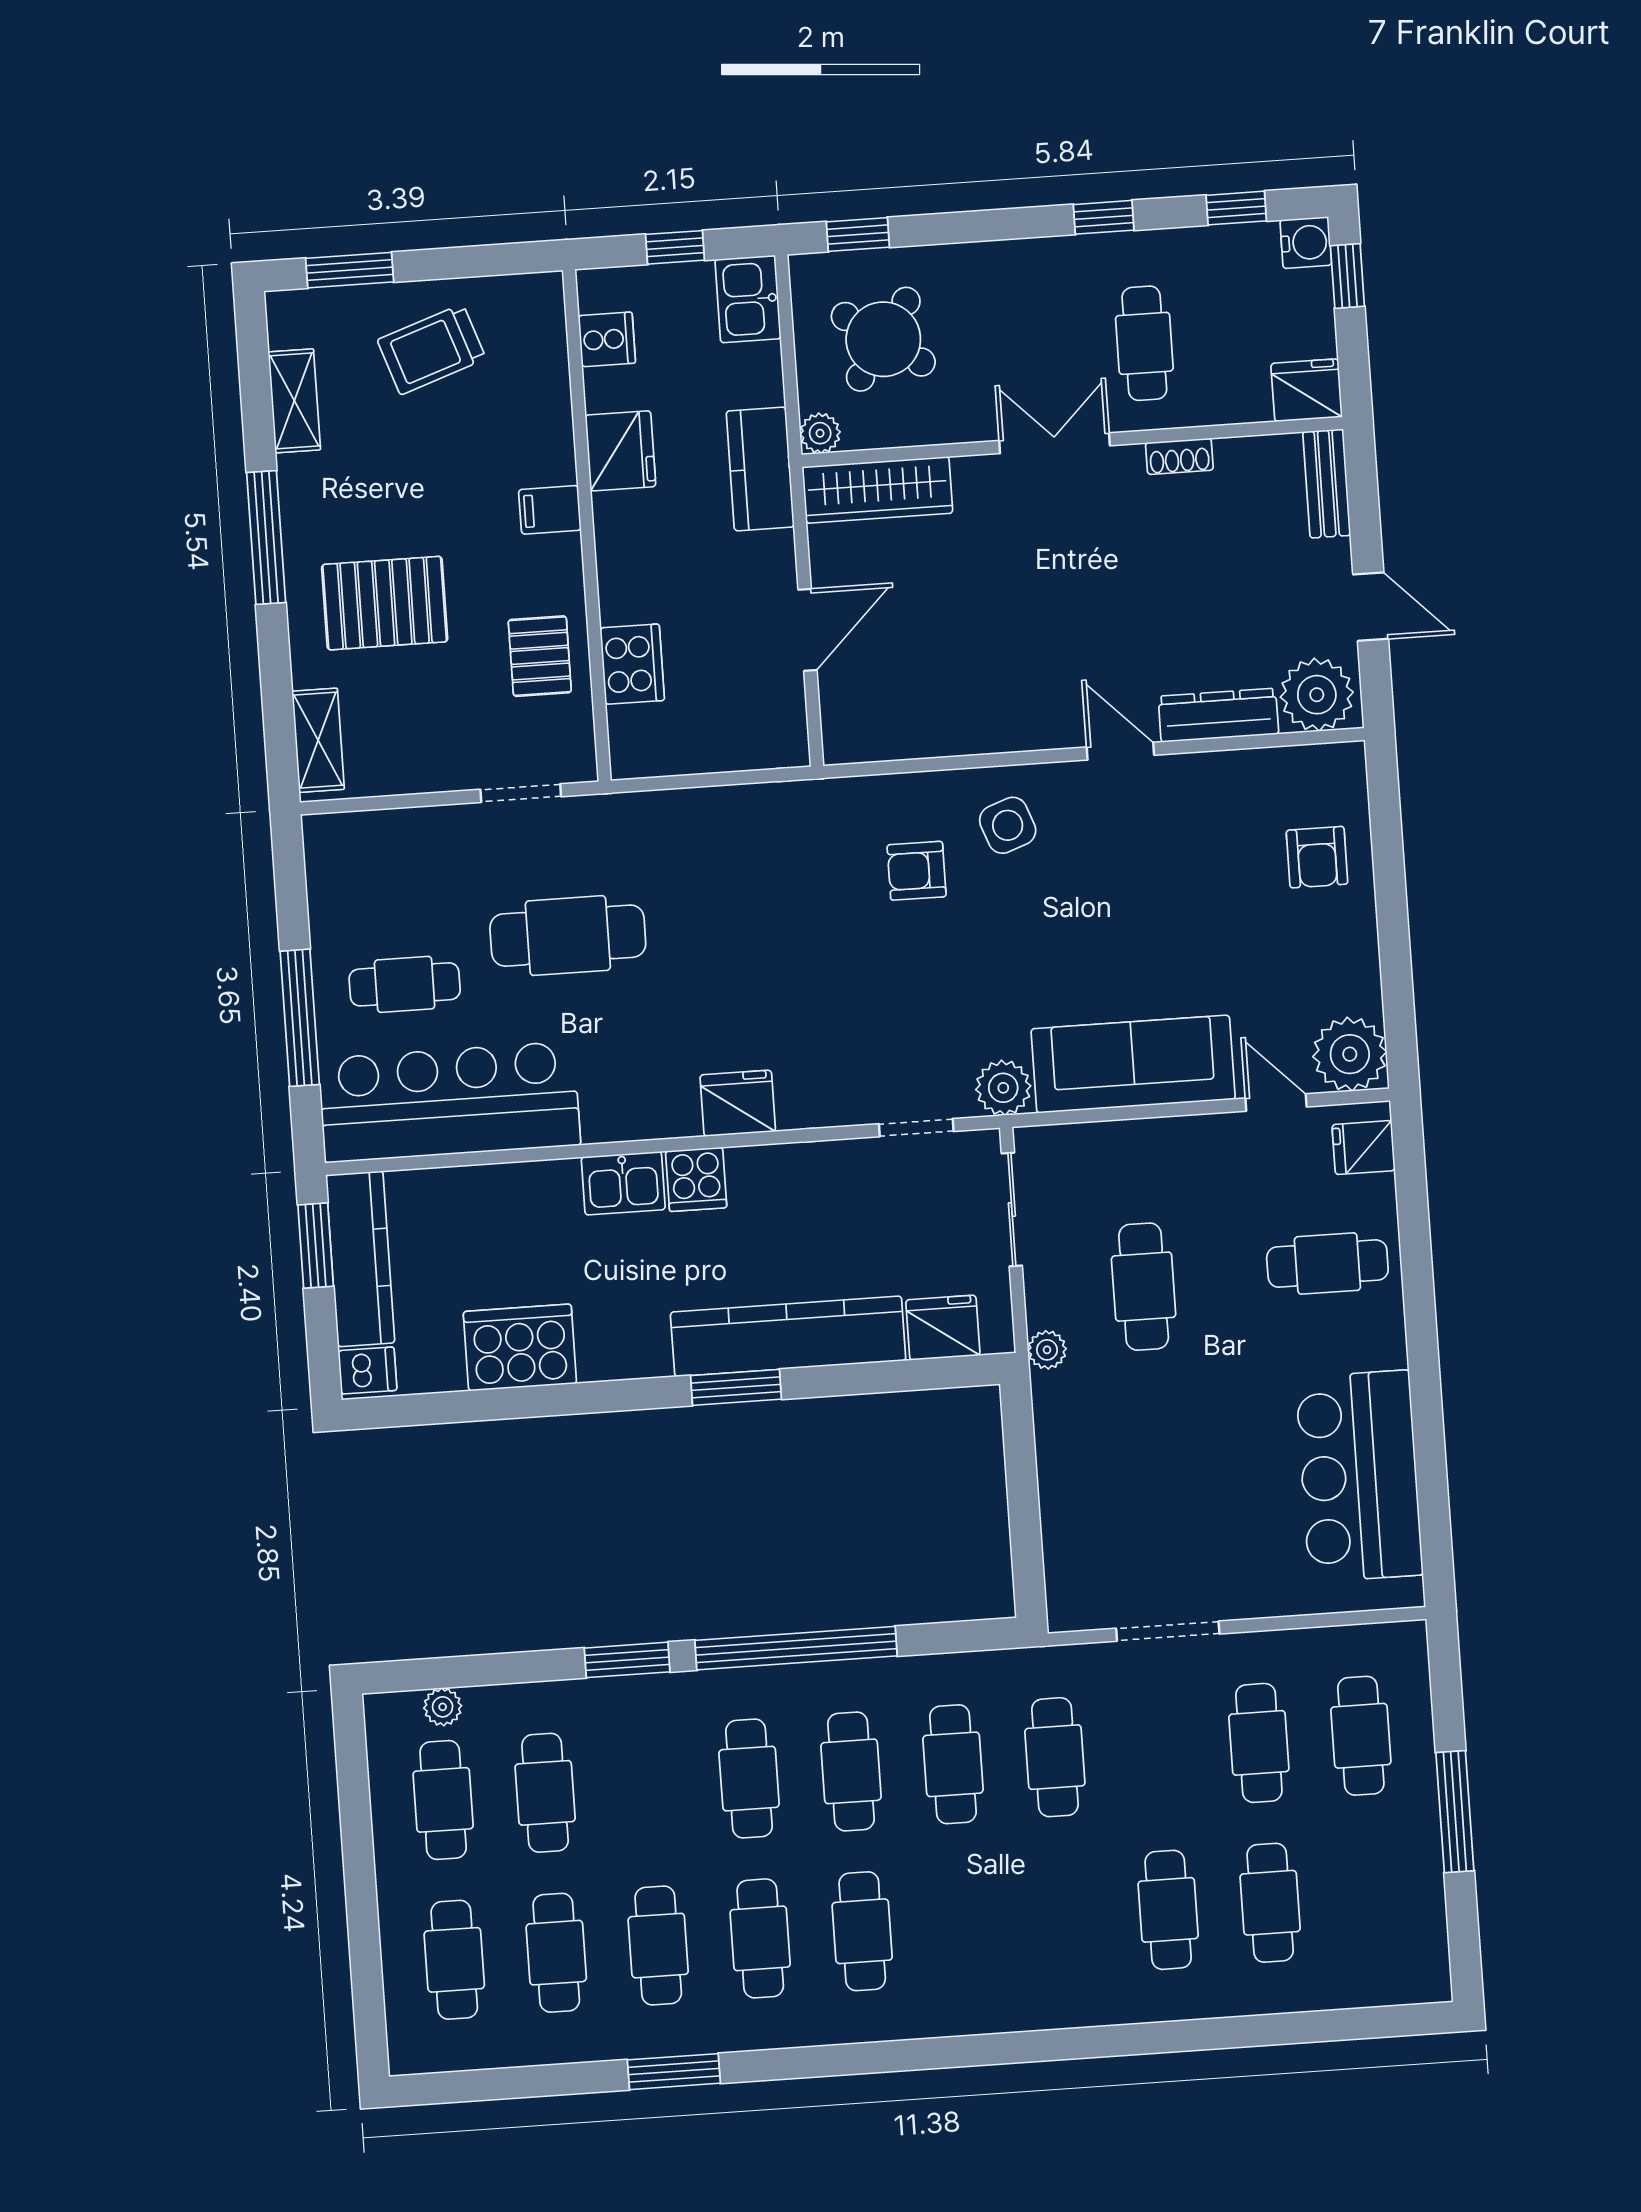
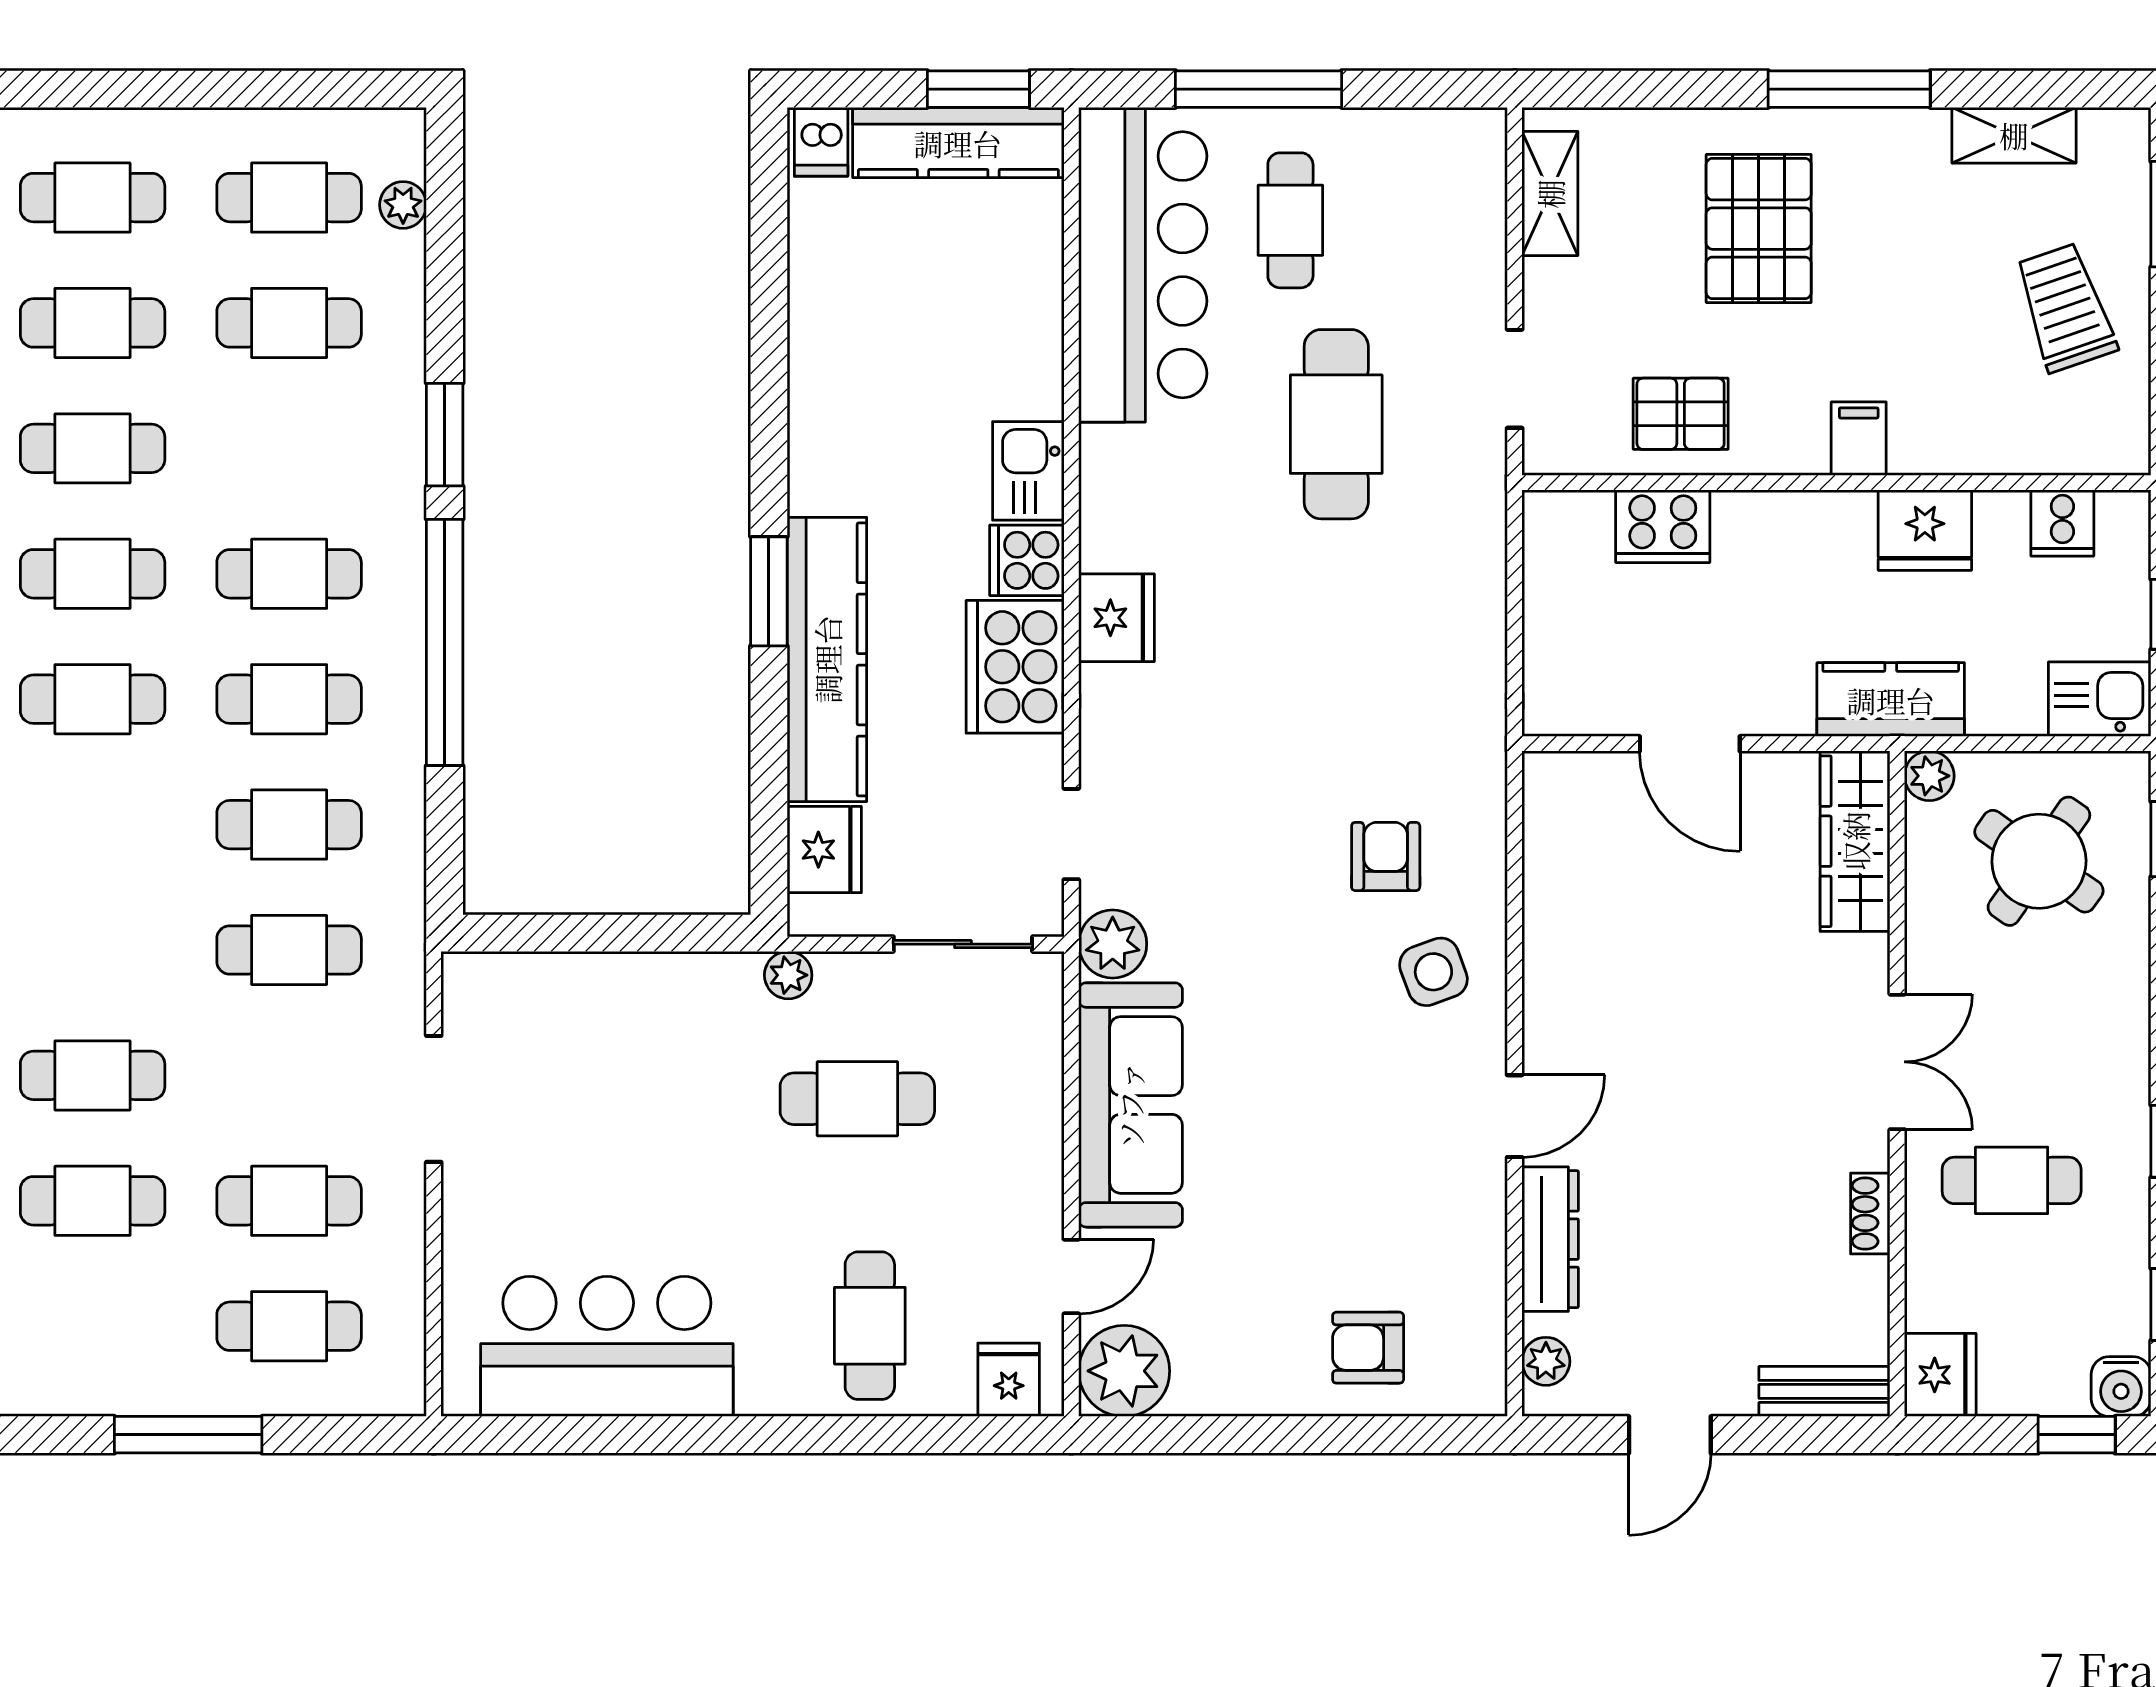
plant: (1317, 695) -> (1546, 1361), width x0.53, depth x0.53
shelving: (318, 740) -> (1550, 194), moved, turned 90
cooker: (520, 1348) -> (1015, 667), moved, turned 180

